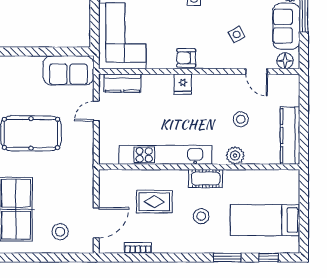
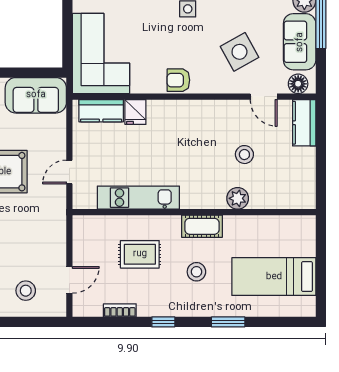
side table: (237, 34) -> (239, 52), width x1.87, depth x1.87
fridge: (183, 84) -> (135, 112), moved
door: (96, 111) -> (69, 172), moved
kitchen counter: (290, 136) -> (304, 123), moved, width x0.67
kitchen unit: (165, 155) -> (138, 198), width x0.73
door: (96, 223) -> (69, 280), width x0.73
window: (268, 258) -> (163, 322), moved

